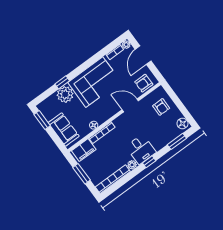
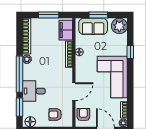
plant: (65, 94) -> (119, 26), moved
window: (42, 120) -> (98, 15), moved
desk: (141, 149) -> (34, 91), moved
window: (149, 162) -> (19, 74), width x3.17

